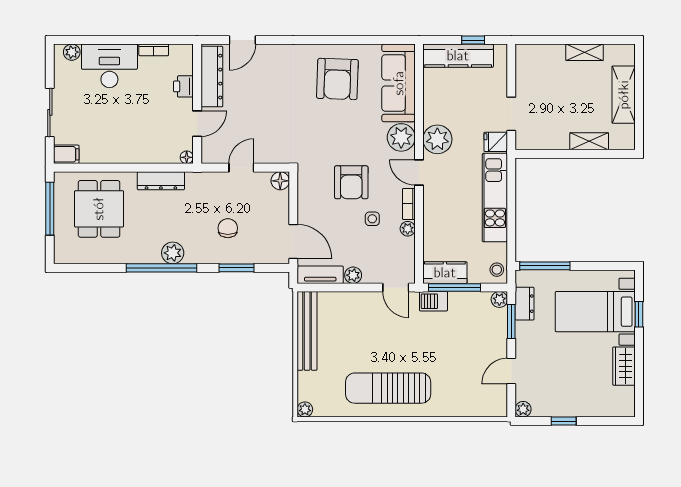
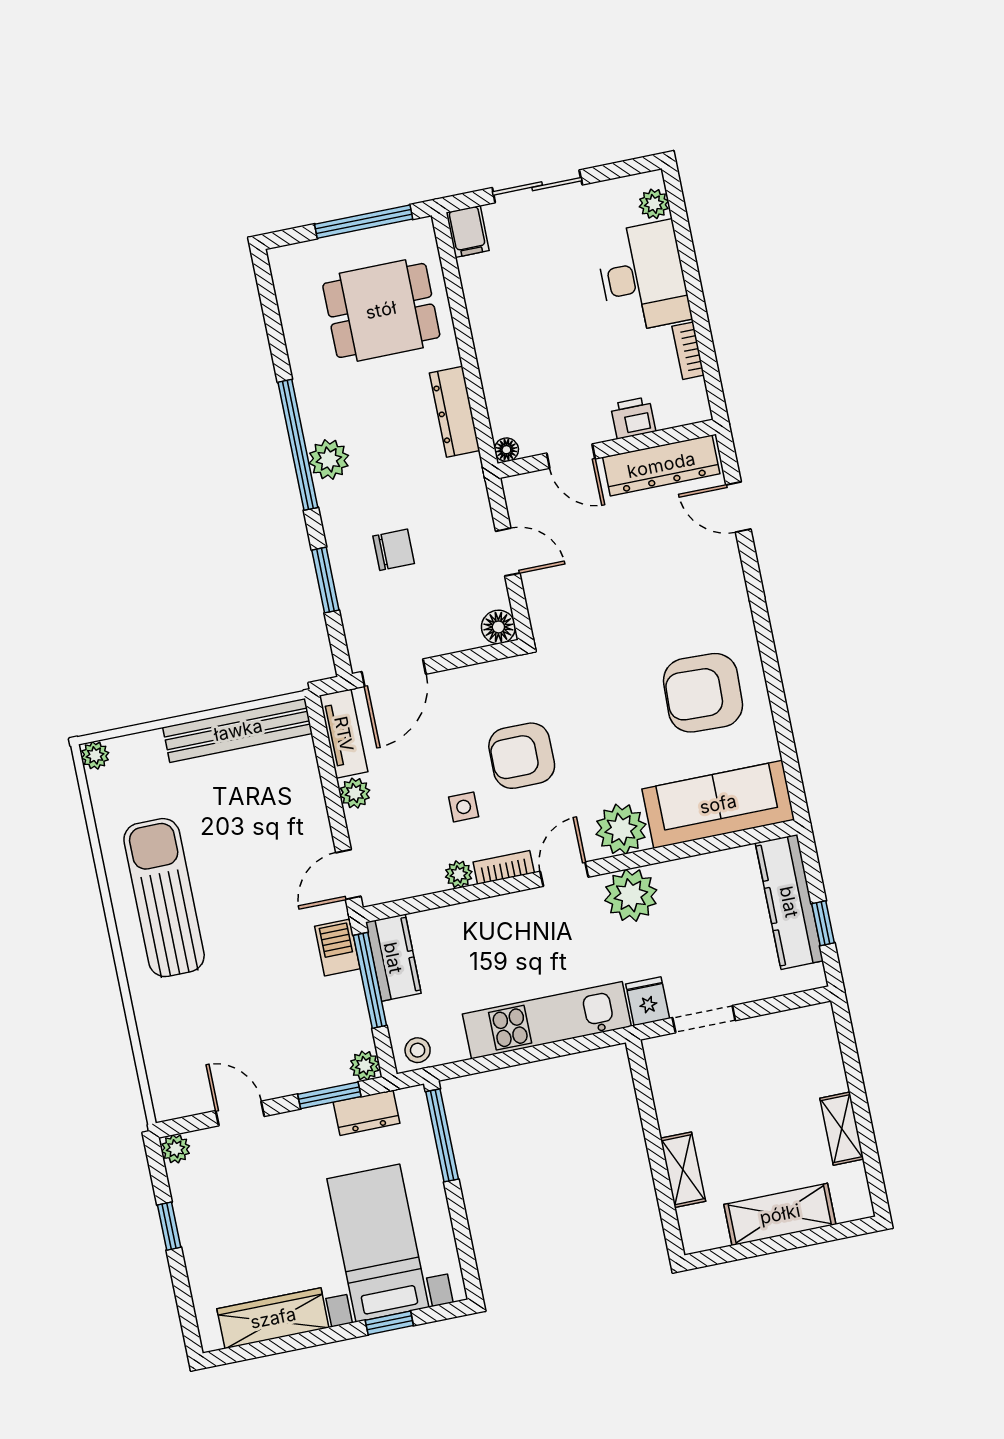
wardrobe: (624, 366) -> (273, 1318), width x1.50

